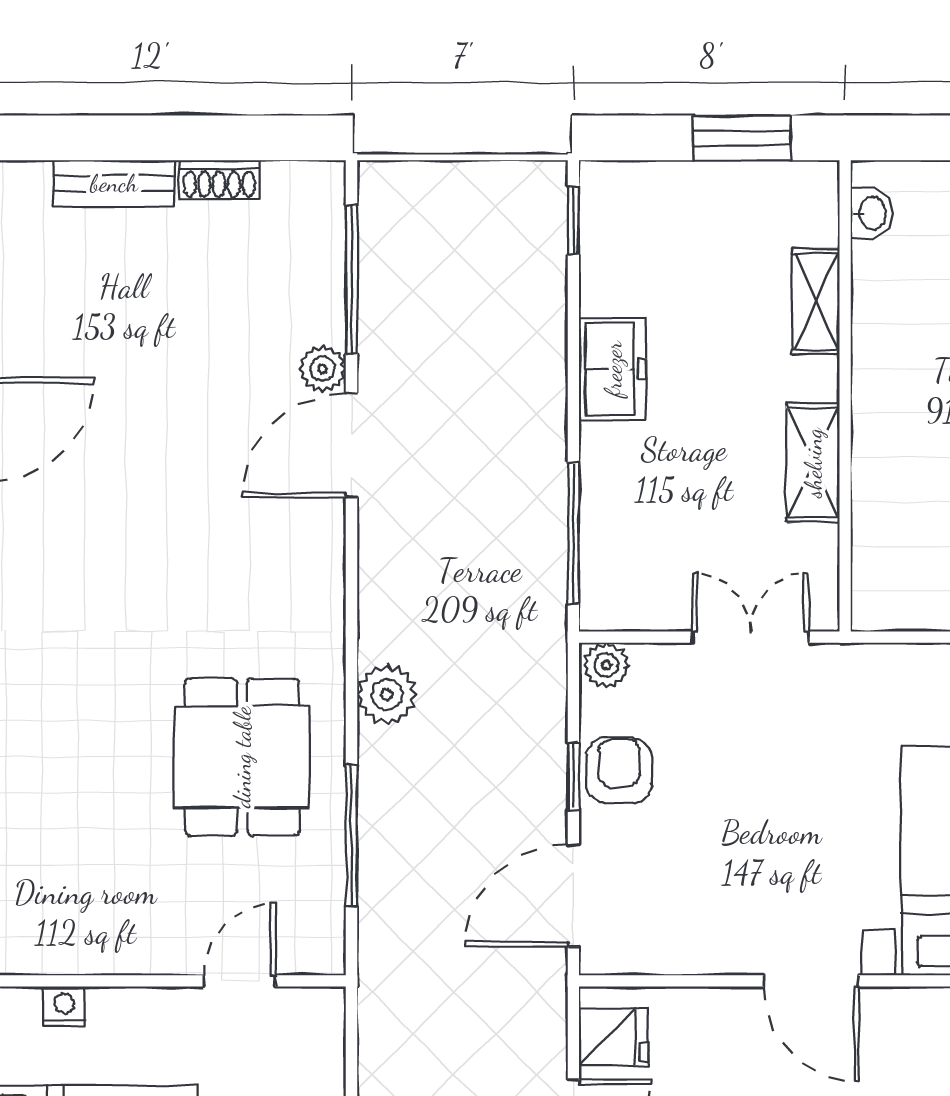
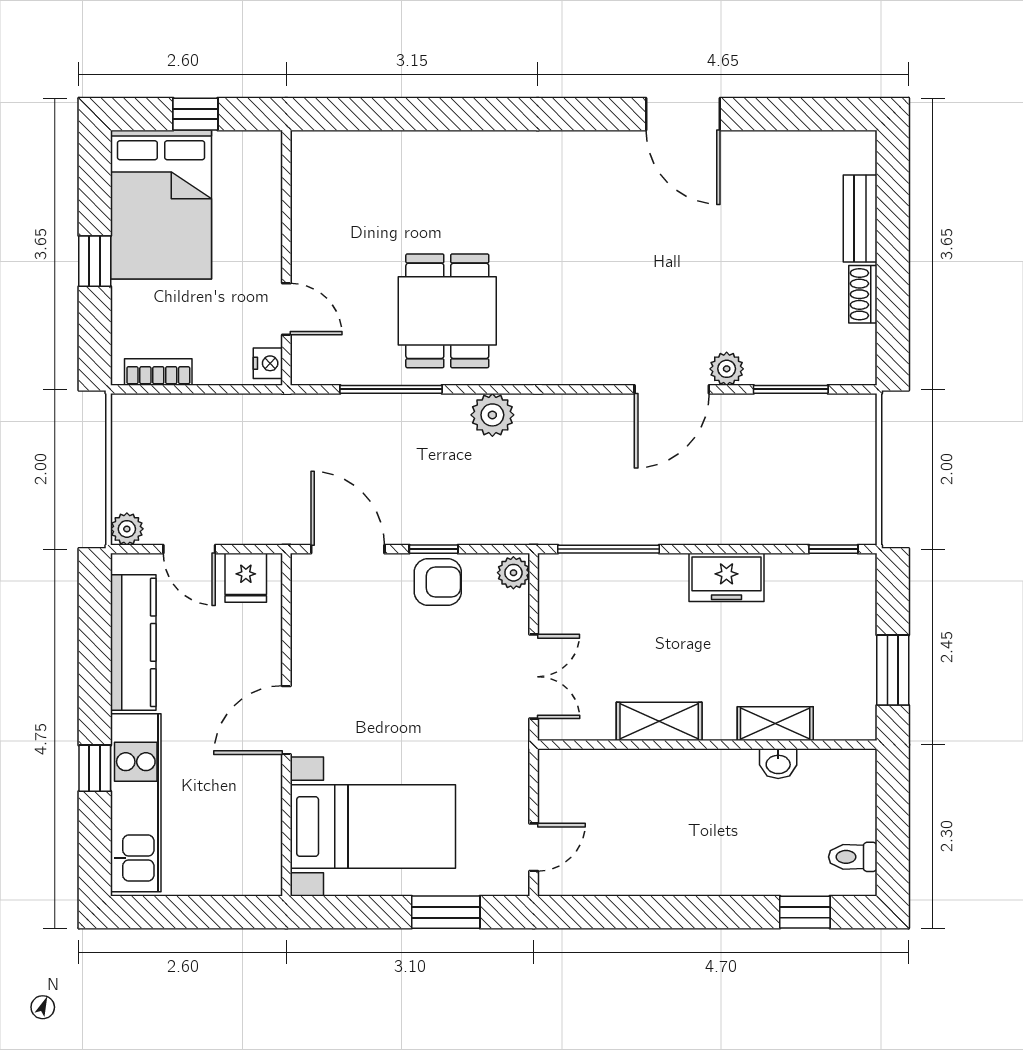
washbasin: (871, 213) -> (778, 764), moved
window: (351, 280) -> (791, 389), width x0.69
door: (351, 445) -> (672, 389), swing flipped
dining table: (242, 757) -> (447, 311), turned 90
nightstand: (64, 1007) -> (268, 363), moved

